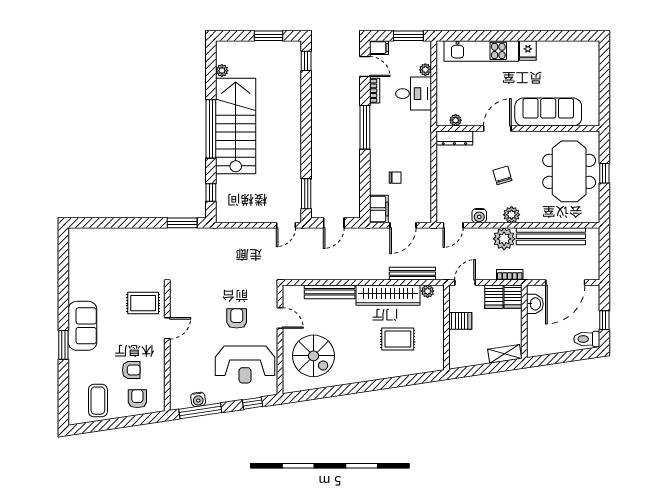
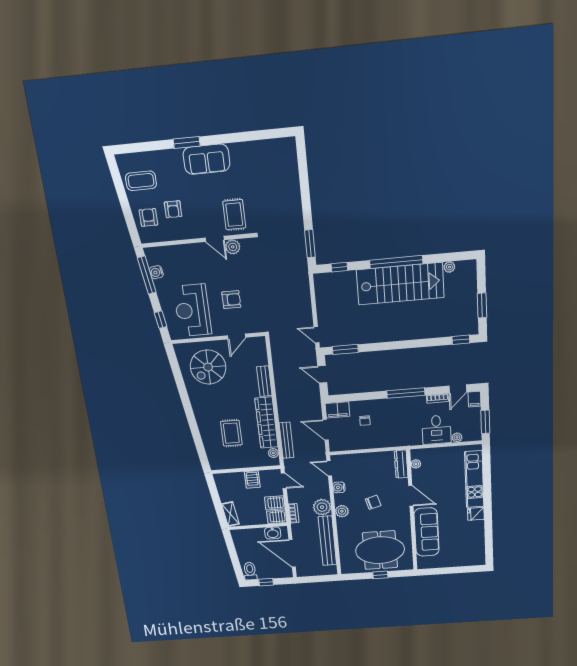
bench: (330, 292) -> (264, 381), width x0.73
plant: (178, 309) -> (233, 247), added
armchair: (137, 399) -> (148, 217), turned -90

